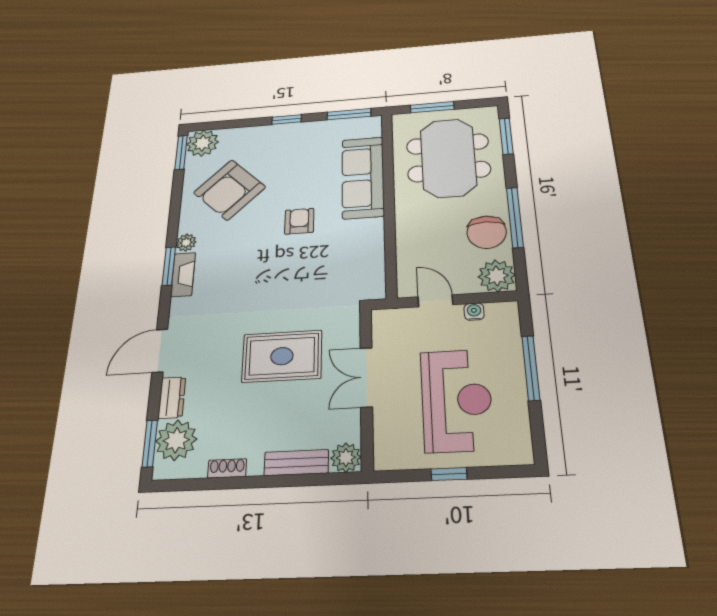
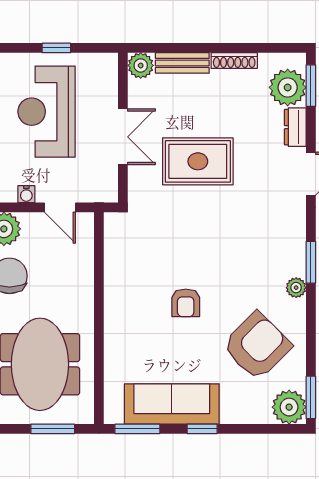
sofa: (363, 177) -> (172, 404), moved, turned -90
fireplace: (183, 274) -> (296, 252), removed
shoe rack: (227, 468) -> (234, 61), width x1.43

